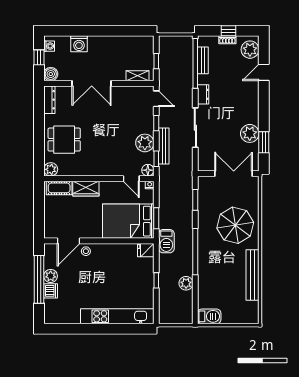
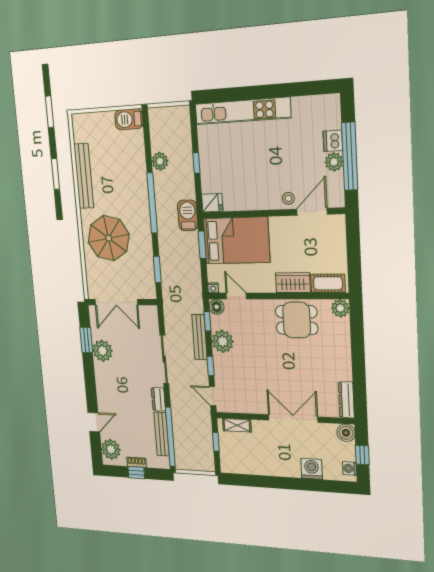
bench: (203, 60) -> (161, 434), width x1.36
dining table: (64, 140) -> (297, 320), moved

